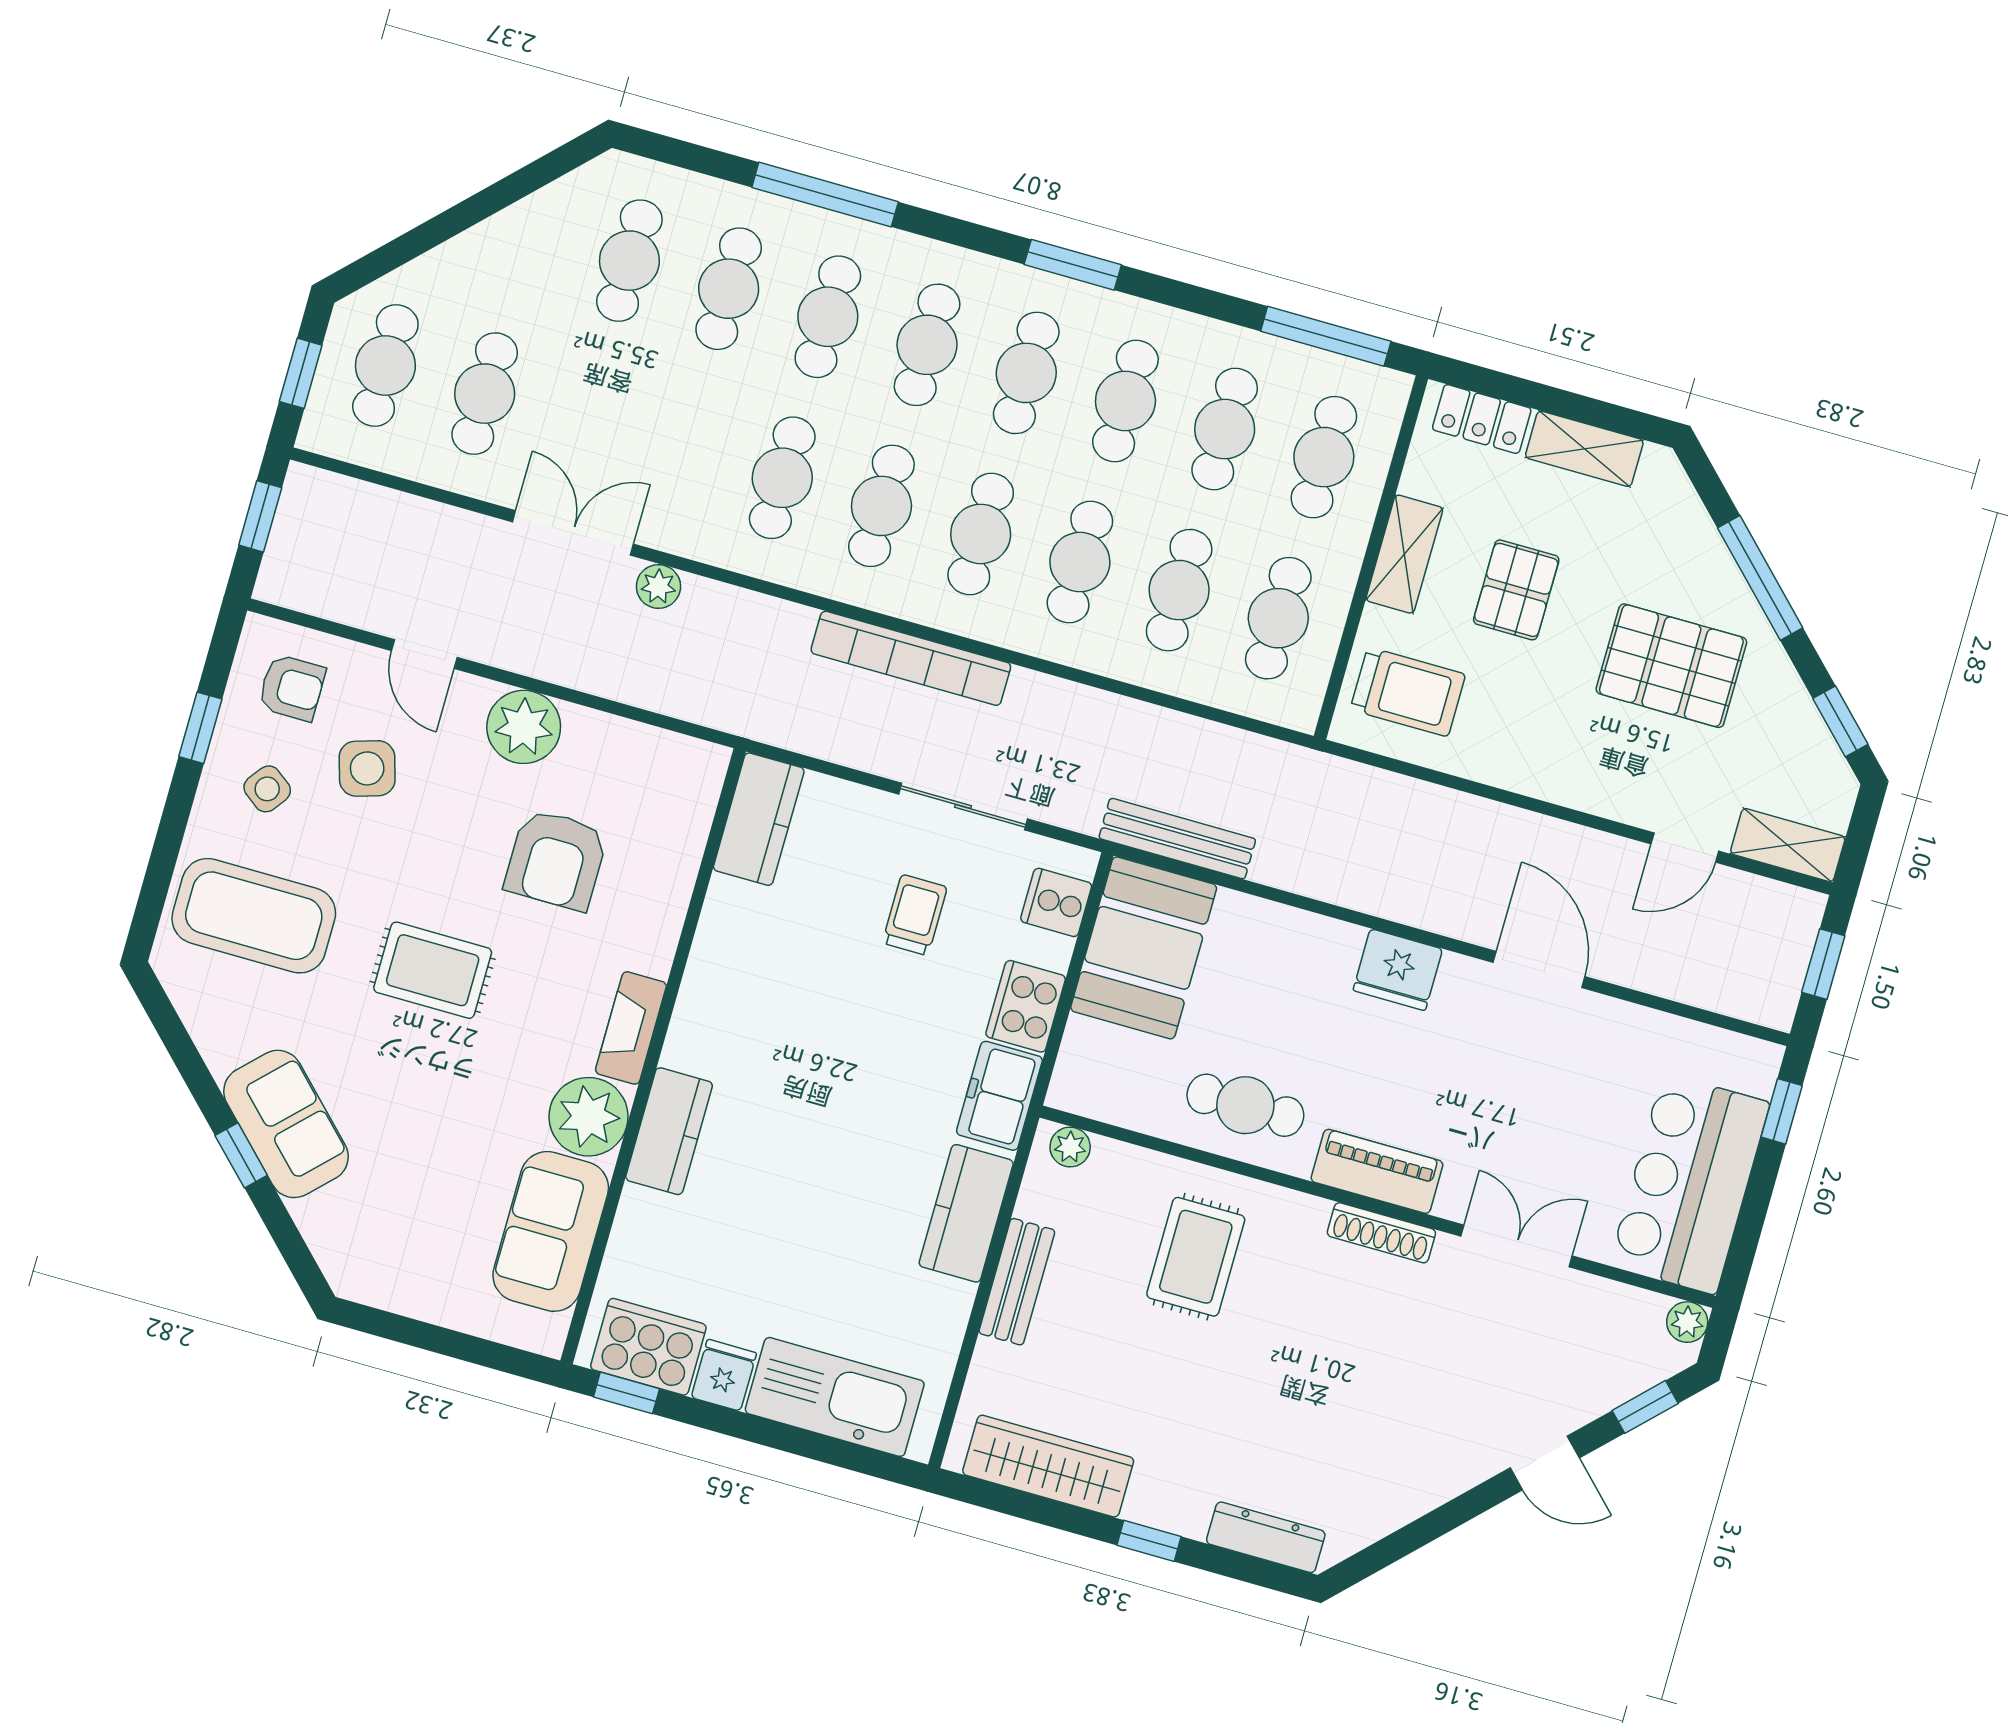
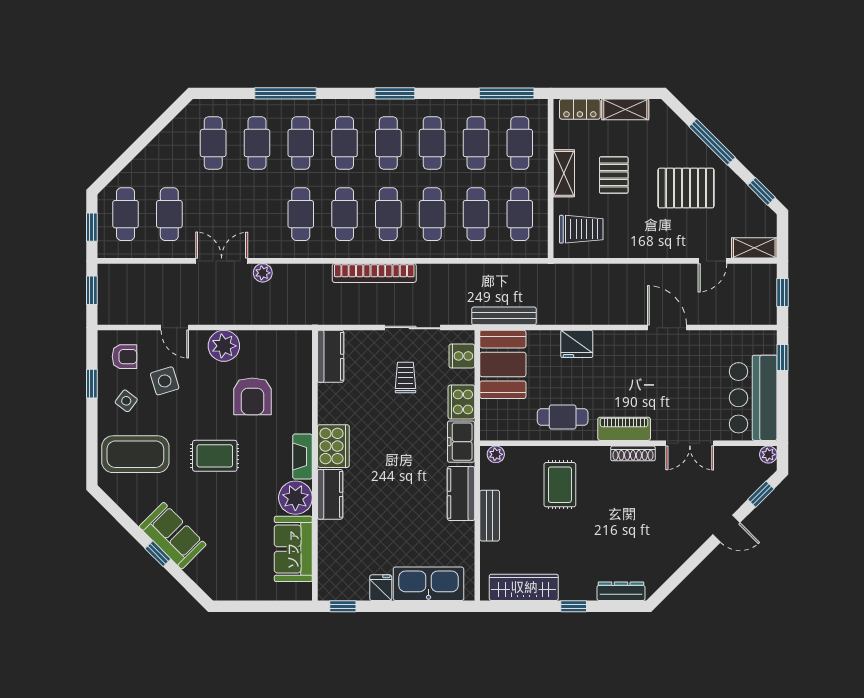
fridge: (1398, 970) -> (577, 344), moved
double door: (1517, 1246) -> (690, 443), swing flipped
cooker: (648, 1347) -> (333, 446), moved, turned 90

